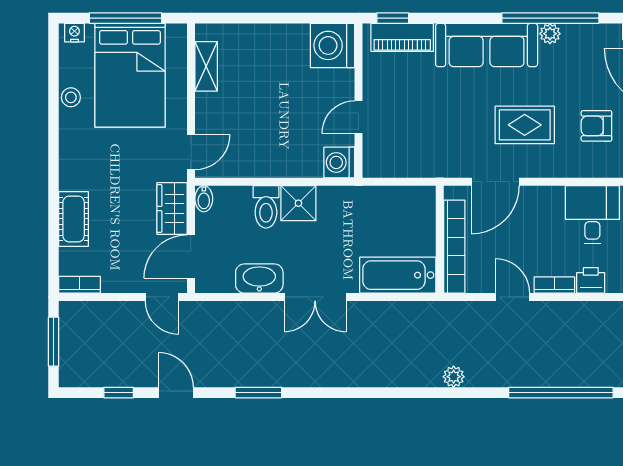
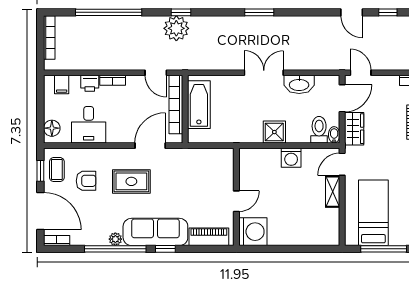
window: (393, 18) -> (165, 249), moved
shelving: (206, 66) -> (333, 192), moved
bed: (130, 75) -> (373, 213), width x0.67
door: (359, 117) -> (236, 201), moved
washing machine: (339, 162) -> (291, 158), moved, turned 90
toilet: (266, 207) -> (319, 130), moved
bathtub: (398, 275) -> (199, 105), moved, turned -90
door: (512, 297) -> (156, 73), moved
plant: (454, 377) -> (176, 28), width x1.87, depth x1.87
window: (258, 393) -> (259, 12), moved
window: (446, 393) -> (181, 12), added

